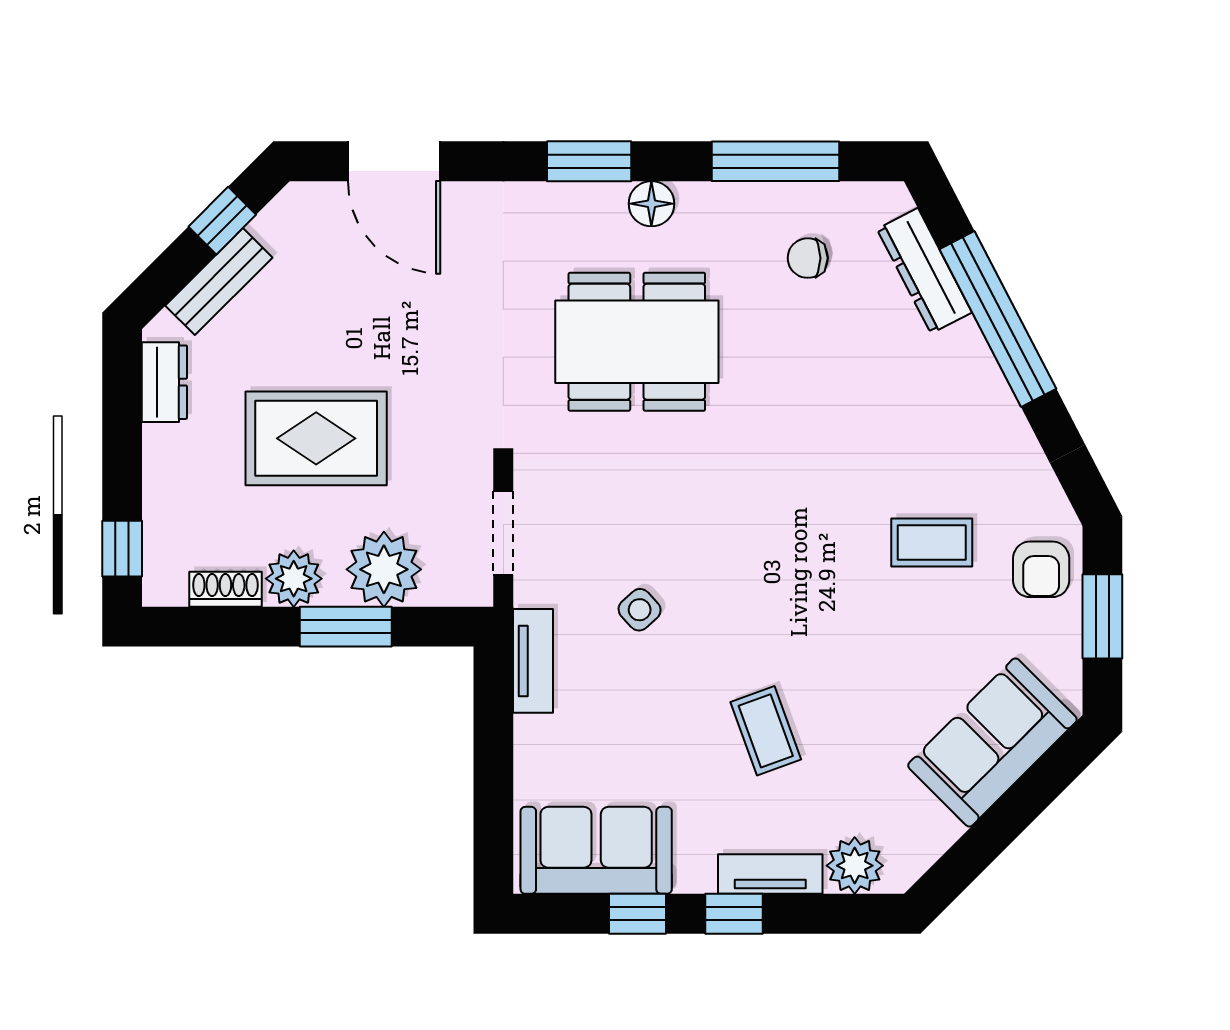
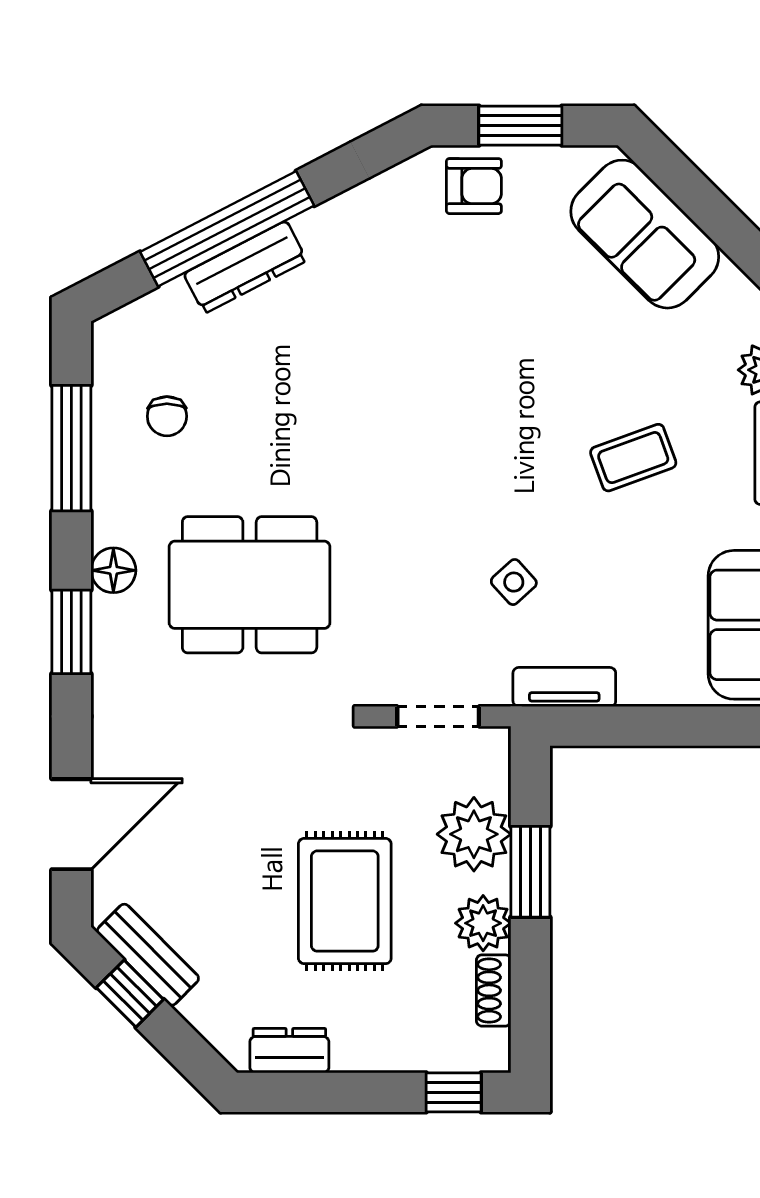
dresser: (924, 271) -> (245, 267), moved
bench: (219, 282) -> (148, 955), moved
dining table: (637, 342) -> (250, 585), turned 90
coffee table: (932, 542) -> (447, 294), removed

